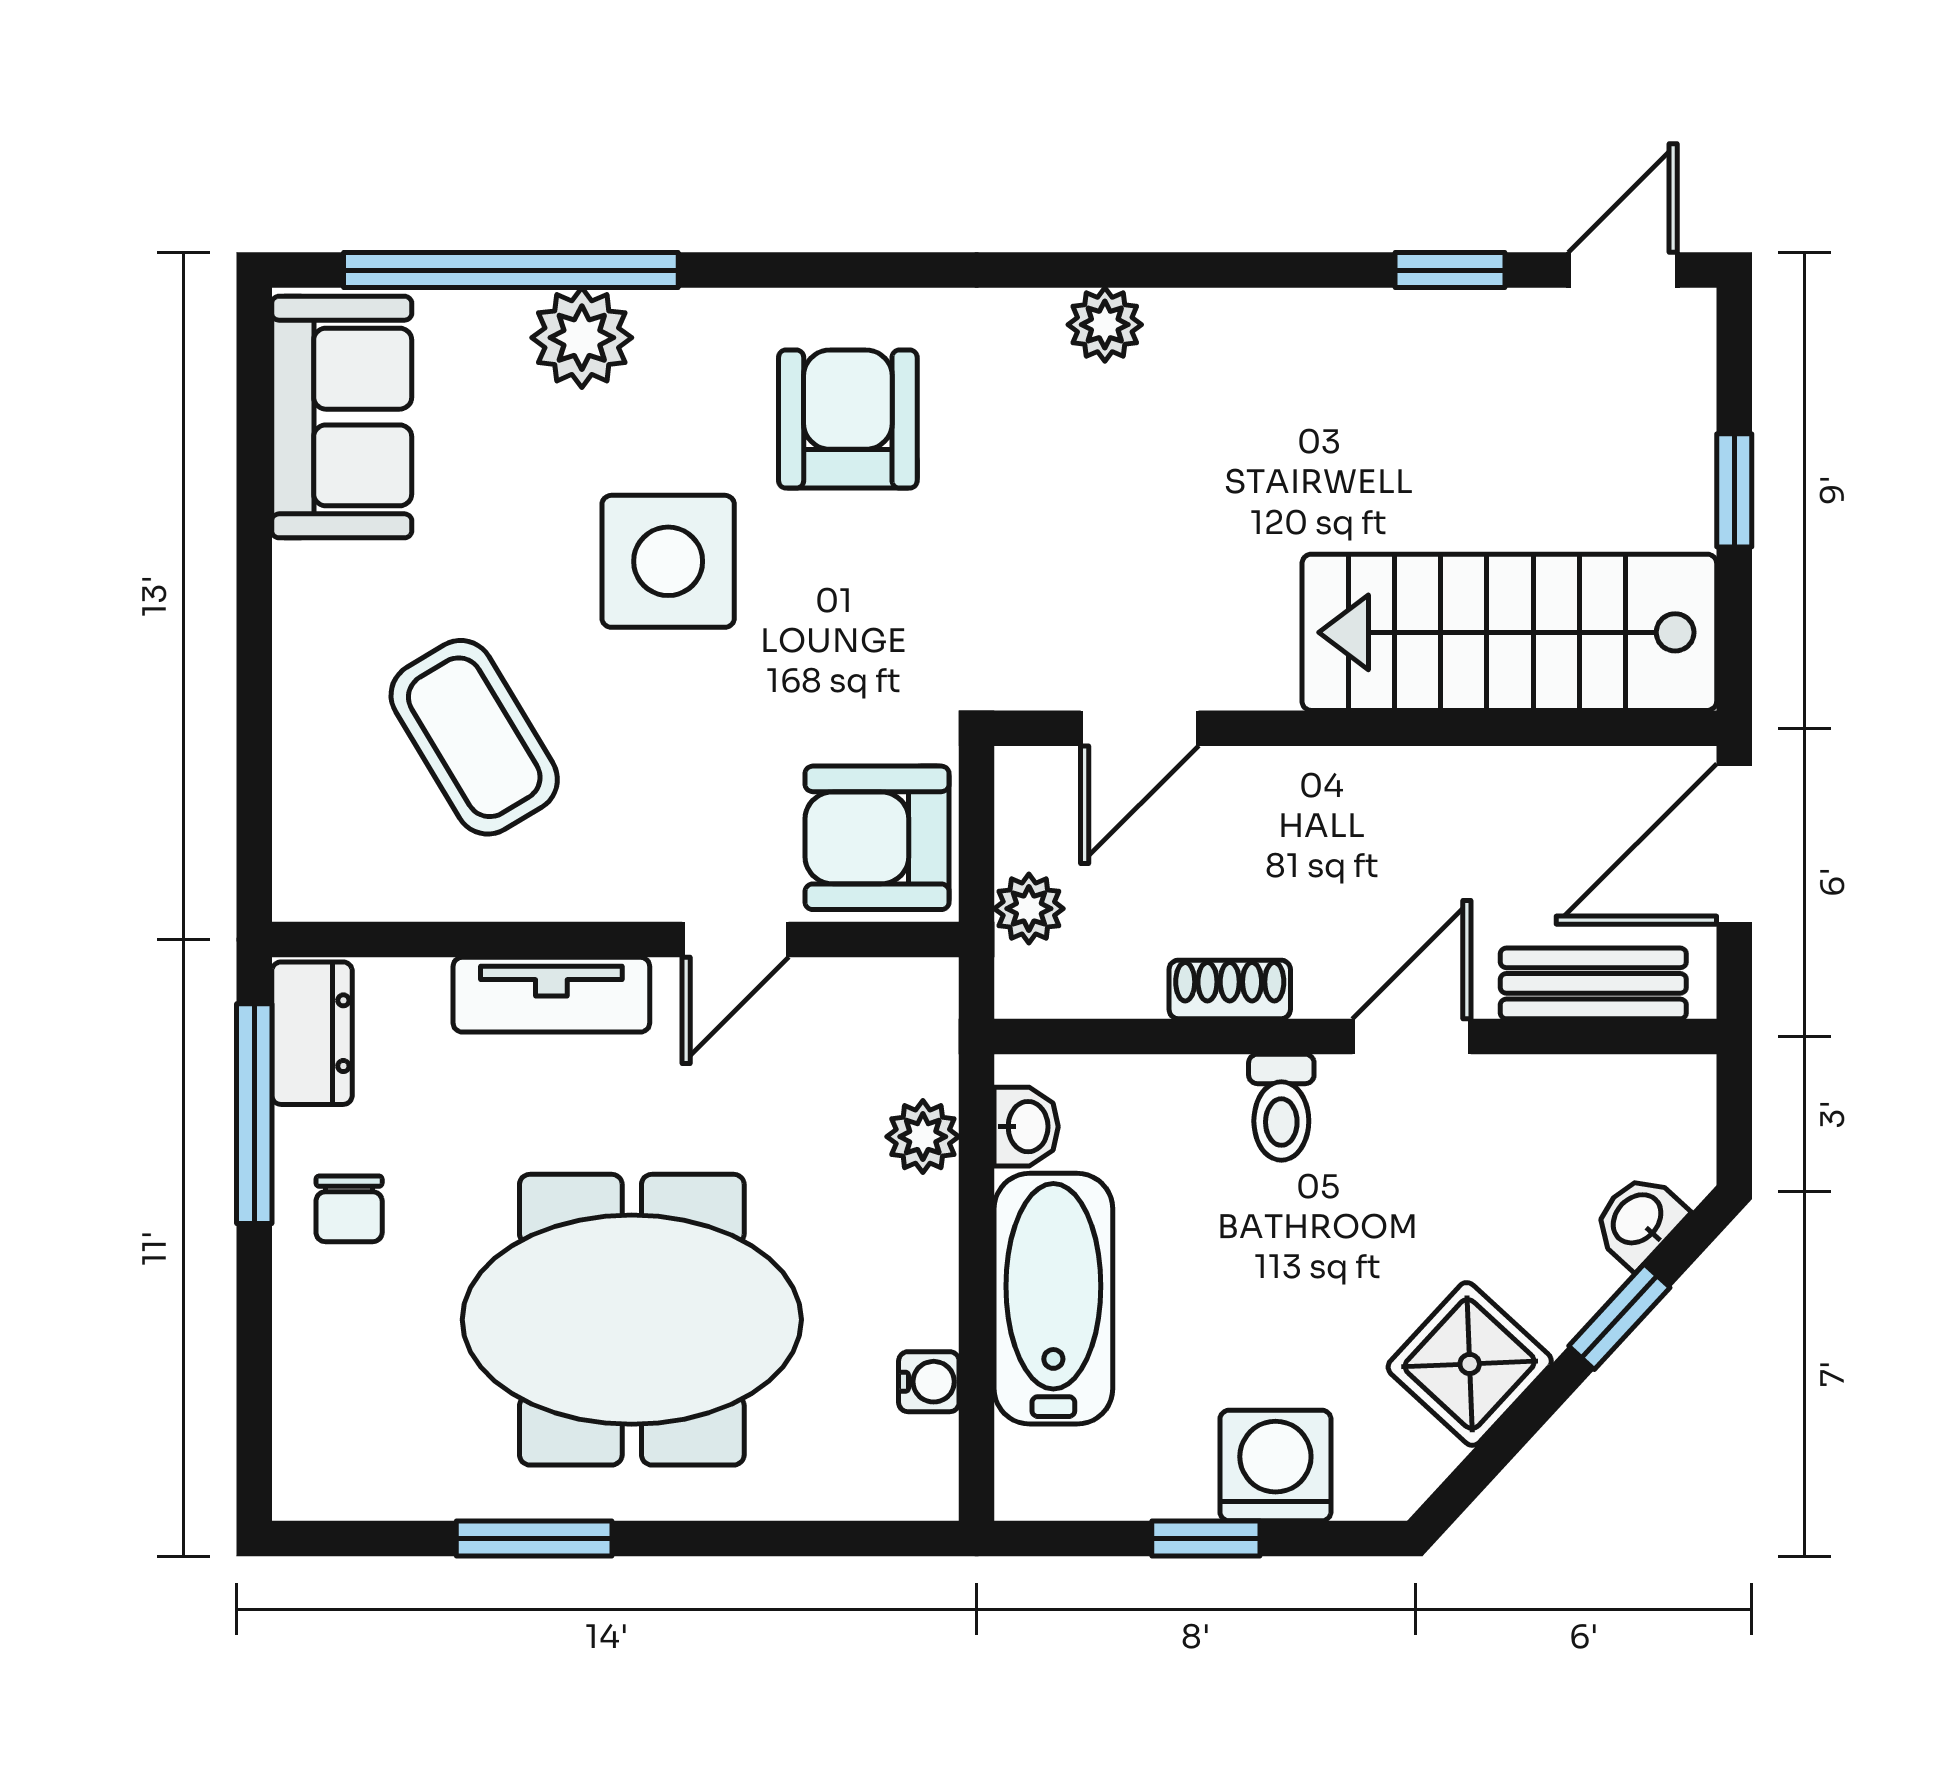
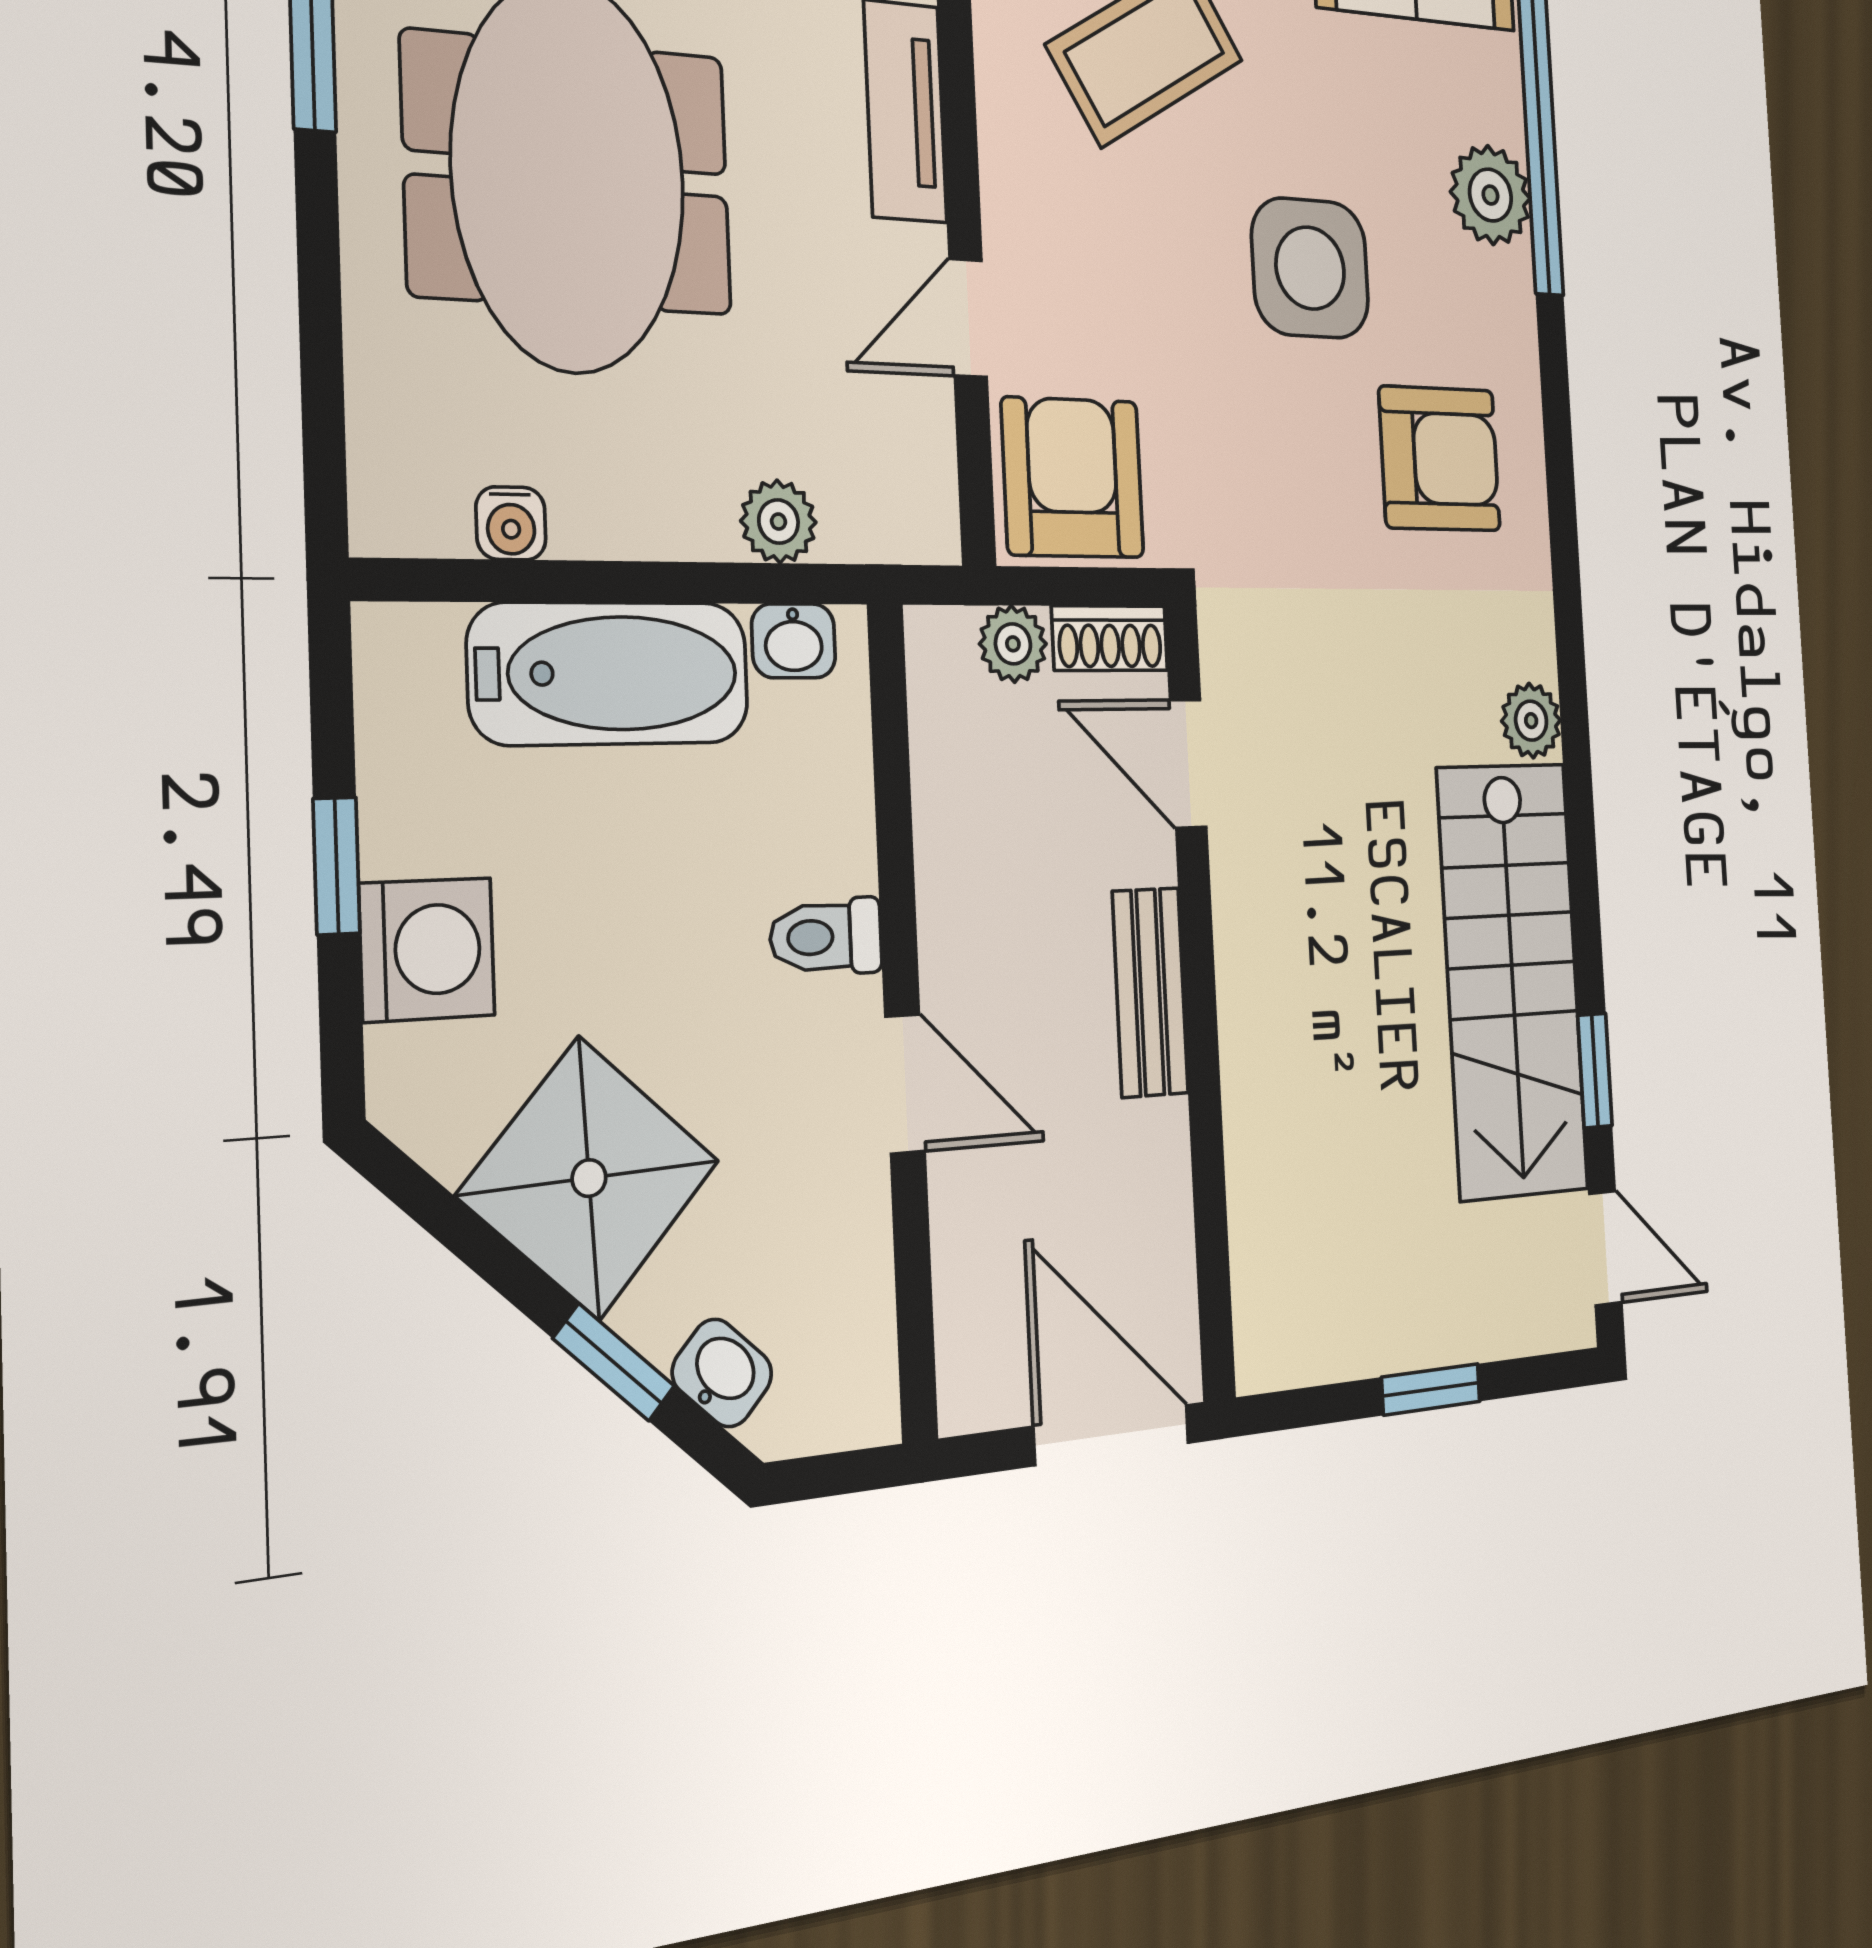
stairs: (1509, 632) -> (1512, 980), moved, turned 180
door: (735, 940) -> (968, 318), hinge flipped
bench: (1593, 983) -> (1150, 992), moved
shoe rack: (1230, 989) -> (1110, 638), moved, turned 90
shower: (1470, 1364) -> (589, 1178), width x1.36, depth x1.36

